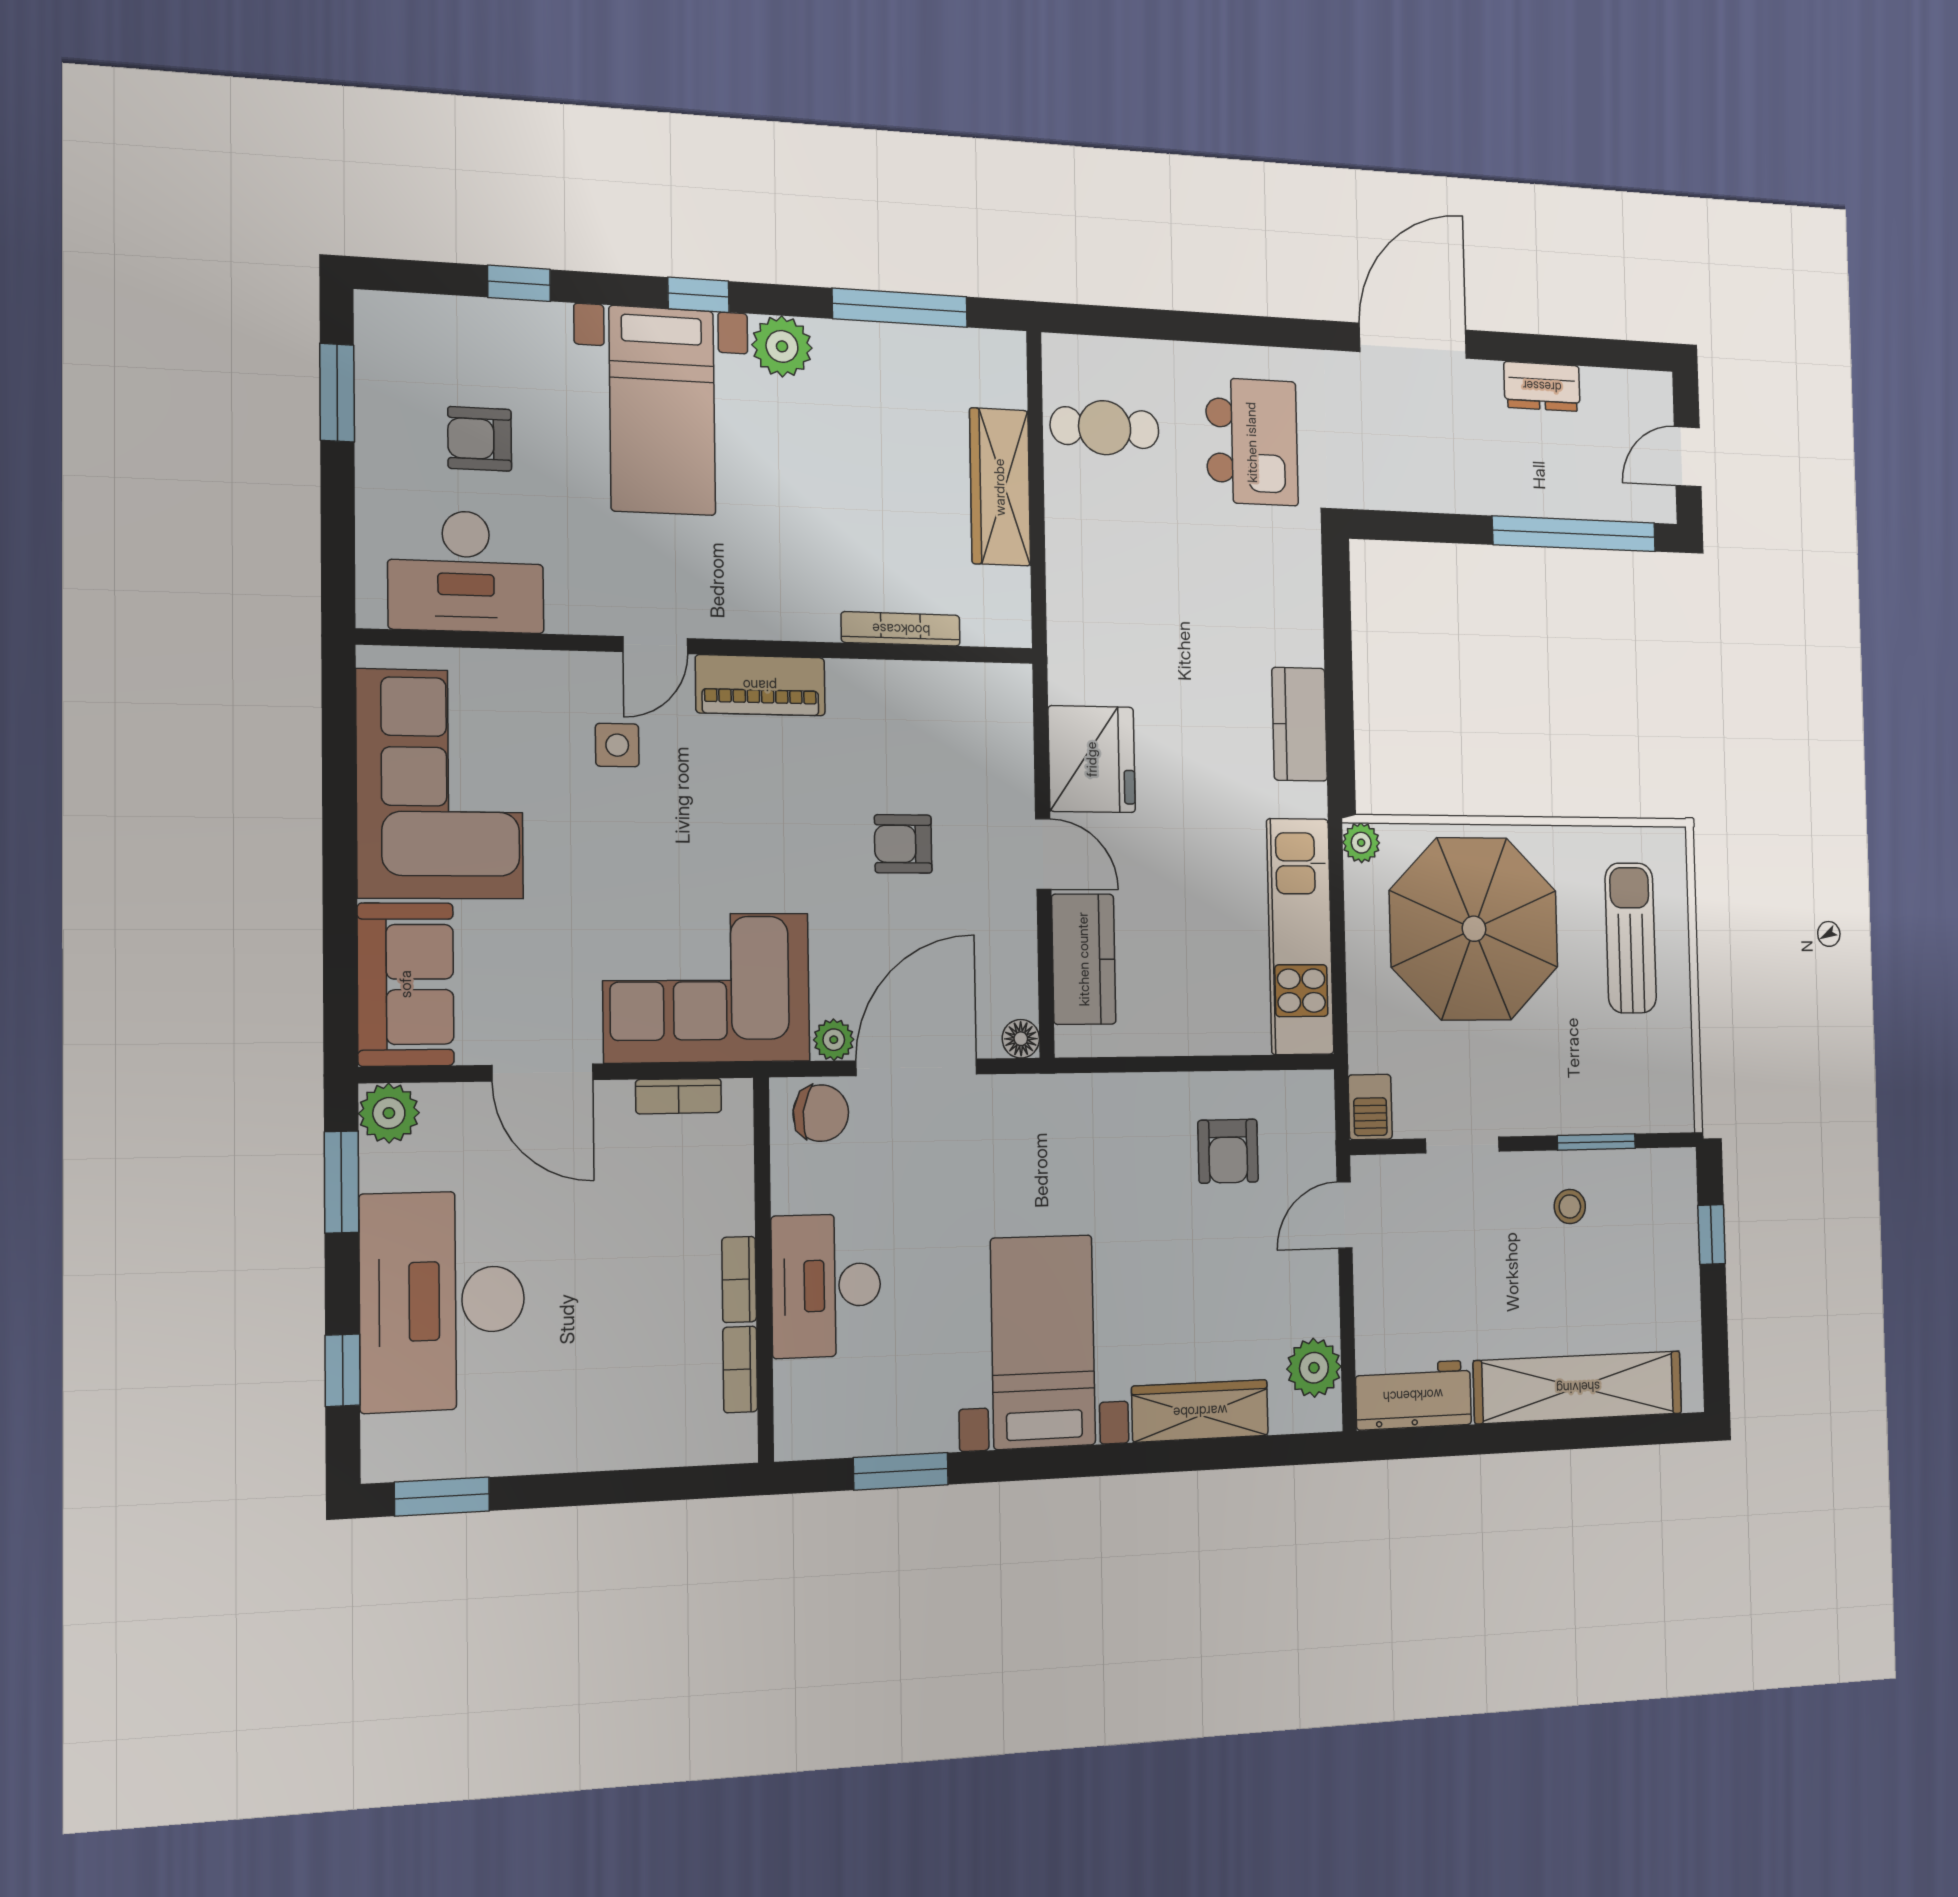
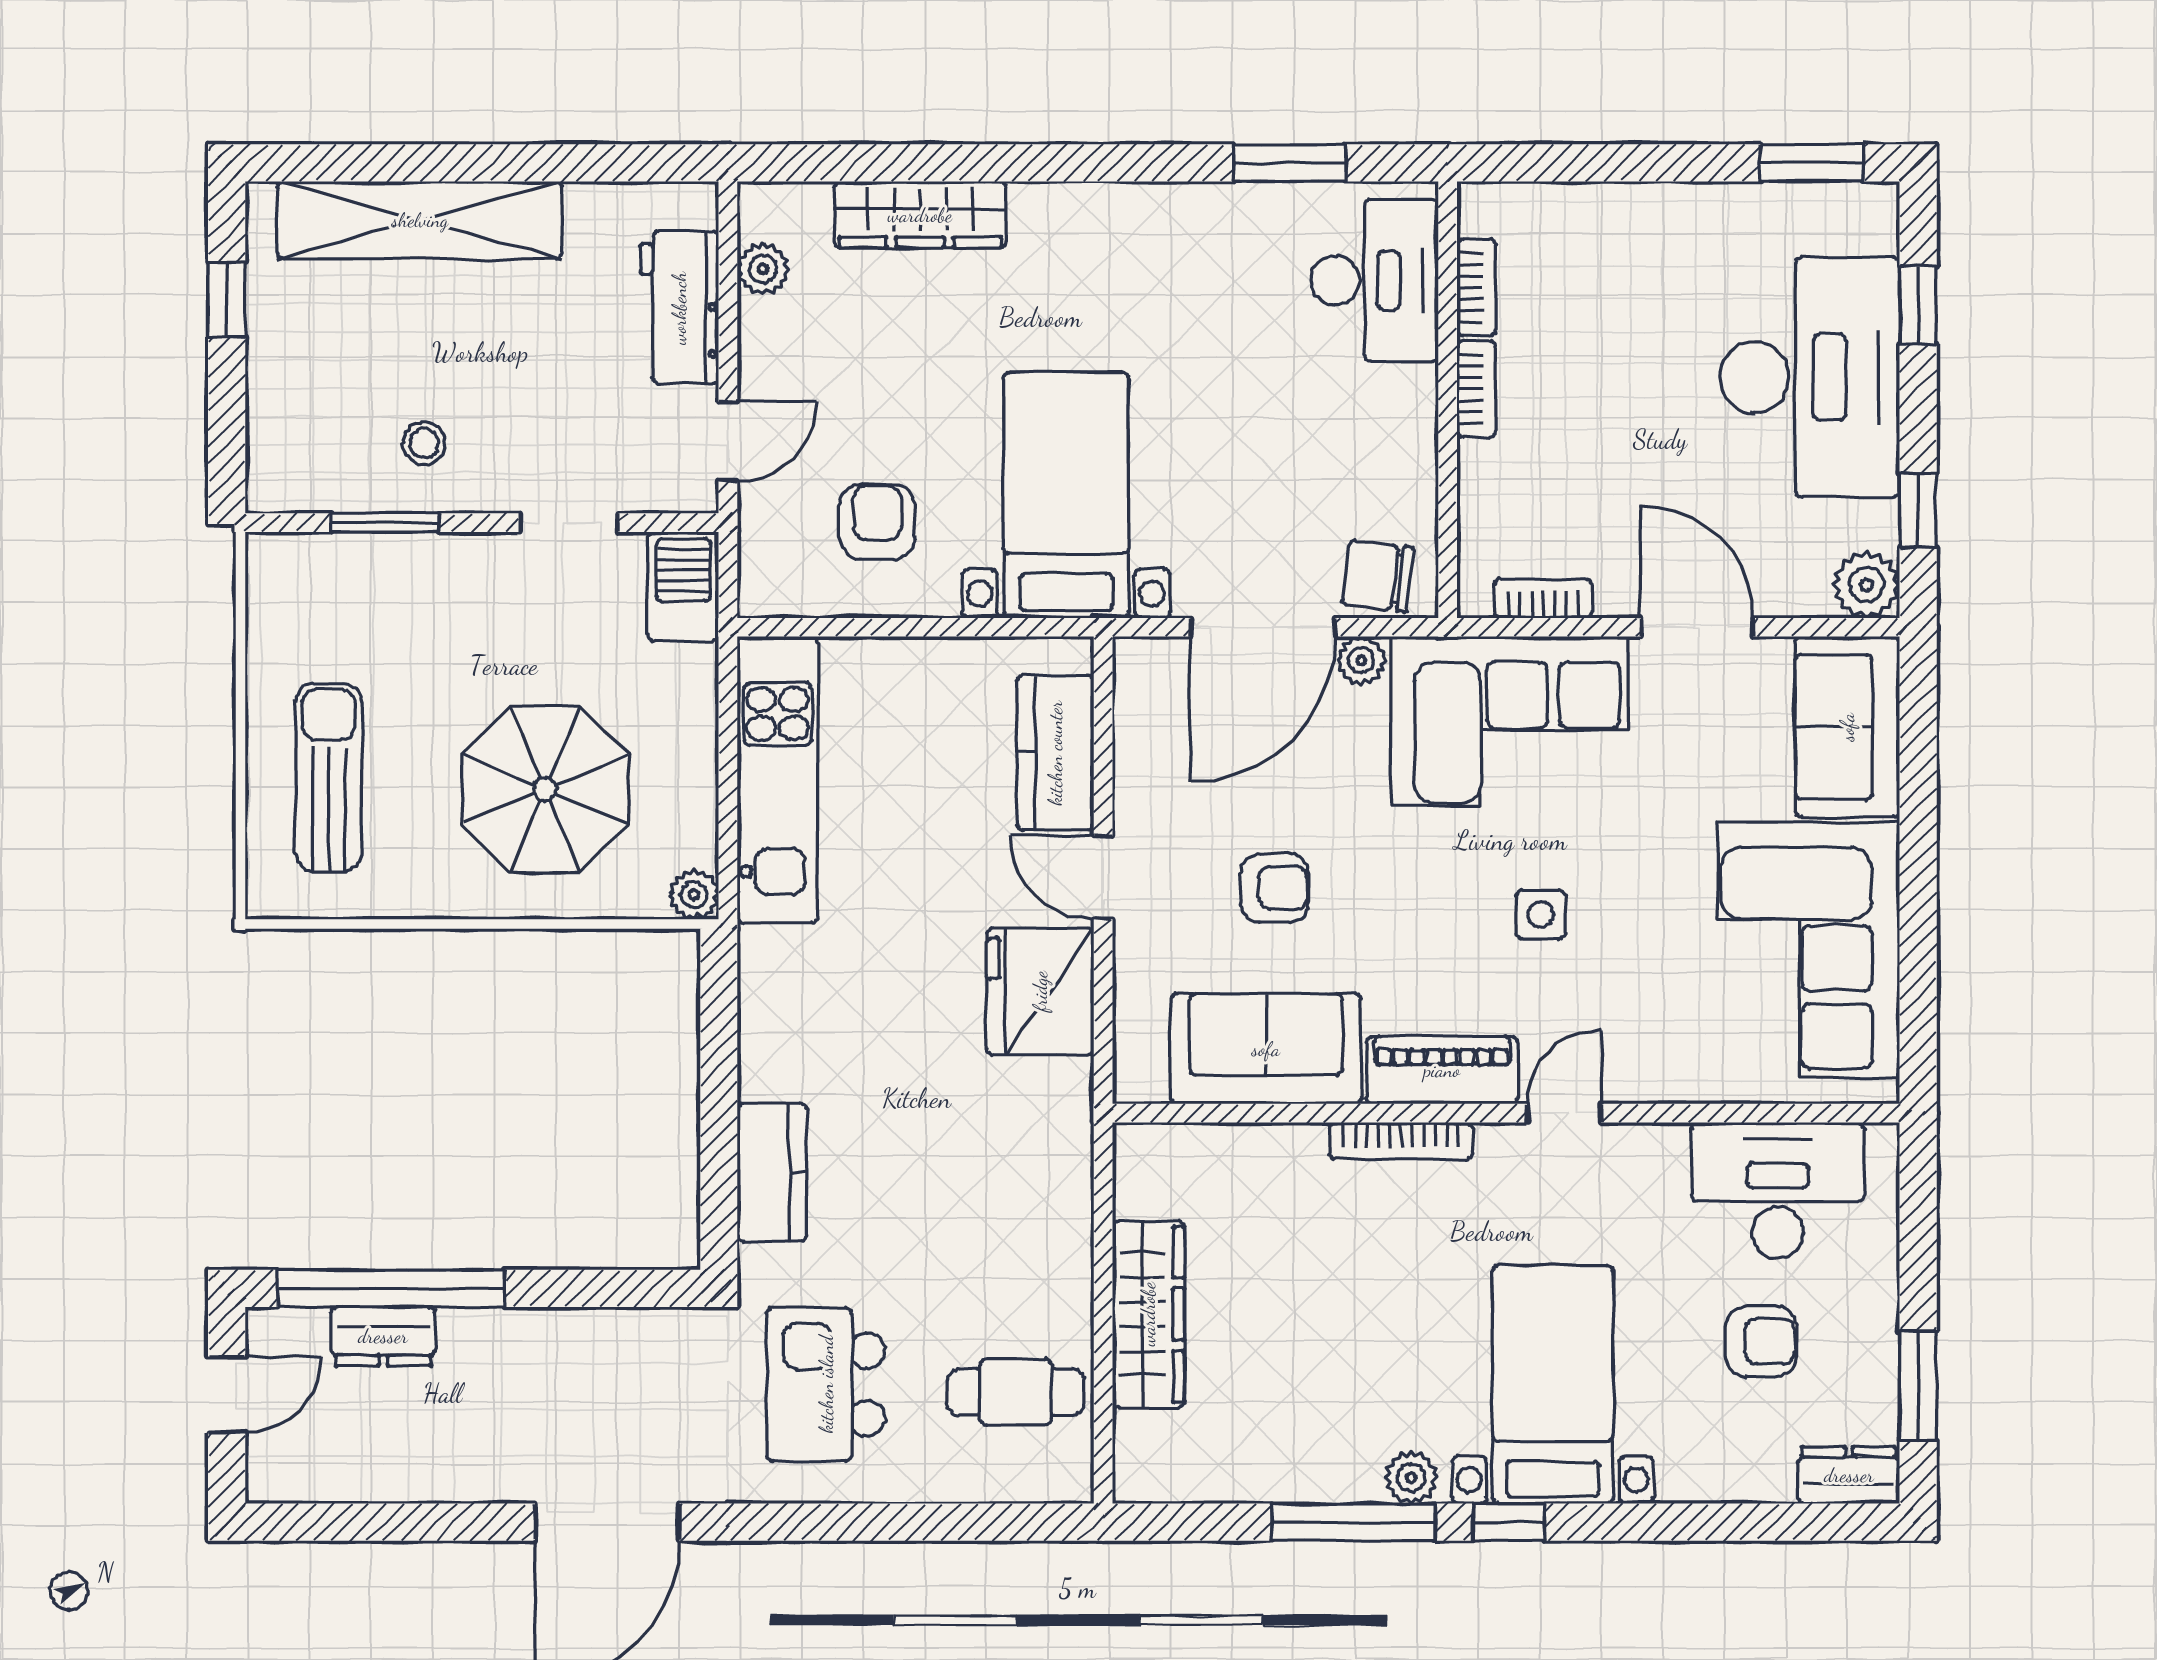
window: (519, 283) -> (1715, 1522), removed
window: (900, 308) -> (1353, 1522), moved
dresser: (400, 317) -> (1849, 1475), added
plant: (782, 346) -> (1411, 1477), width x0.73, depth x0.73
dresser: (1542, 386) -> (383, 1336), moved, turned 180
bookcase: (901, 629) -> (1401, 1141), moved
sofa: (908, 707) -> (1266, 1049), added
kitchen counter: (1300, 724) -> (772, 1172), moved
side table: (617, 745) -> (1541, 915), moved
parasol: (1474, 929) -> (545, 789), width x0.73, depth x0.73
sun lounger: (1631, 938) -> (329, 778), turned 180
floor lamp: (1021, 1039) -> (1135, 659), removed
barbecue: (1370, 1107) -> (683, 586), width x1.38, depth x1.27
window: (342, 1182) -> (1918, 510), width x0.67
window: (1712, 1234) -> (227, 300), moved
desk: (826, 1286) -> (1375, 280), moved
bed with nightstands: (1043, 1342) -> (1066, 495), moved, turned 180
plant: (1314, 1368) -> (763, 269), width x0.73, depth x0.73
workbench: (1413, 1395) -> (679, 308), moved, turned 90

